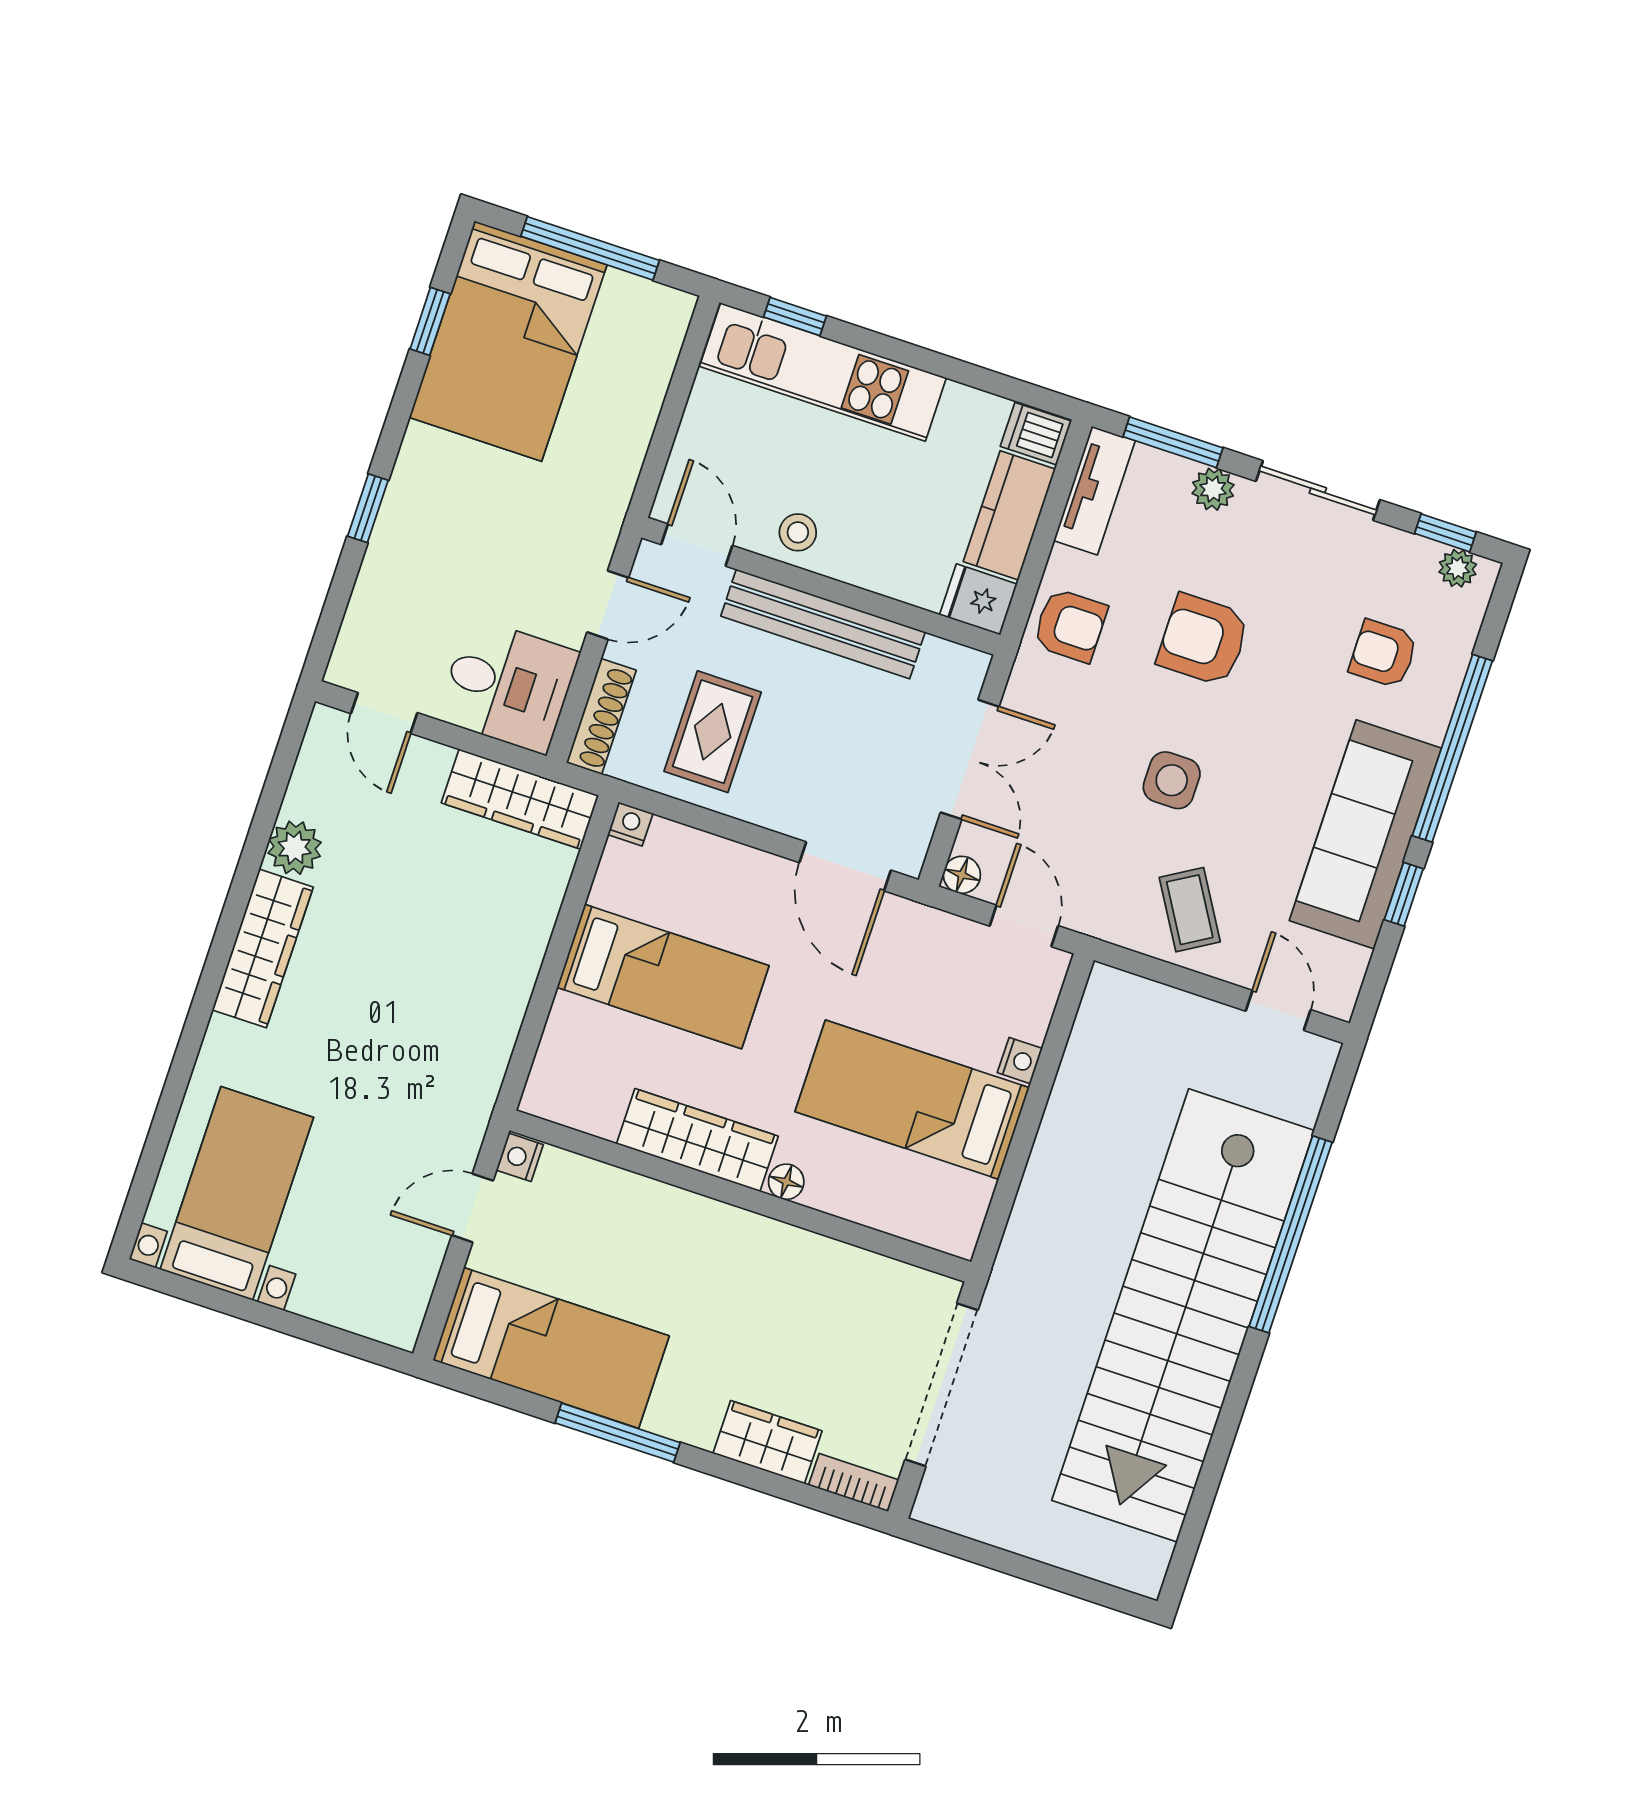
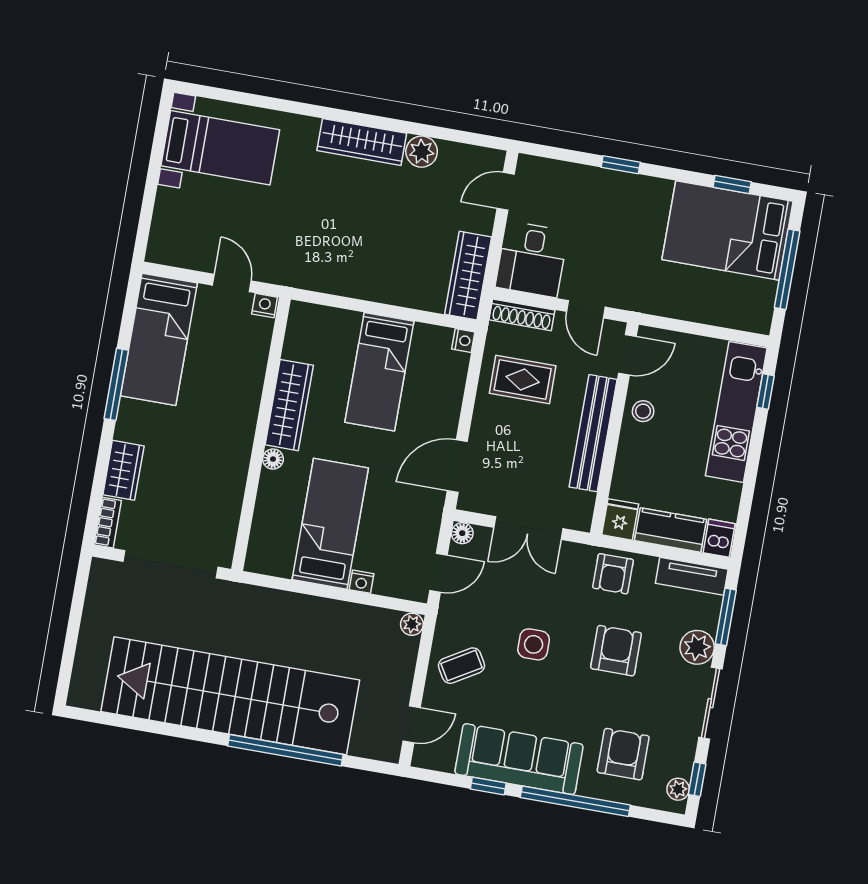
plant: (1213, 489) -> (697, 647), width x1.38, depth x1.38
armchair: (1383, 654) -> (623, 754), width x1.38, depth x1.38
plant: (1106, 985) -> (412, 624), added

